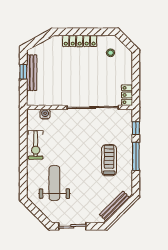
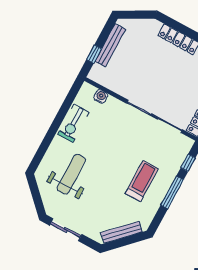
window: (23, 72) -> (94, 54), moved

